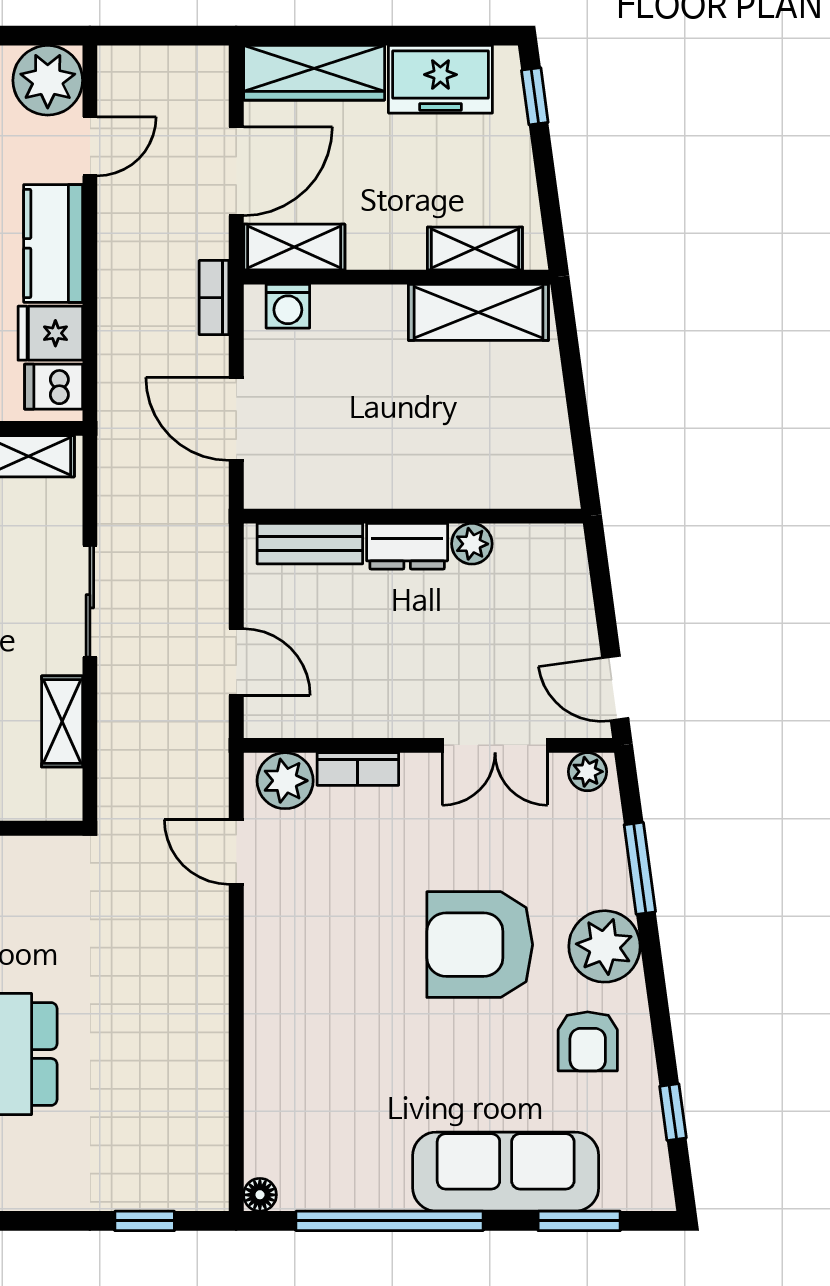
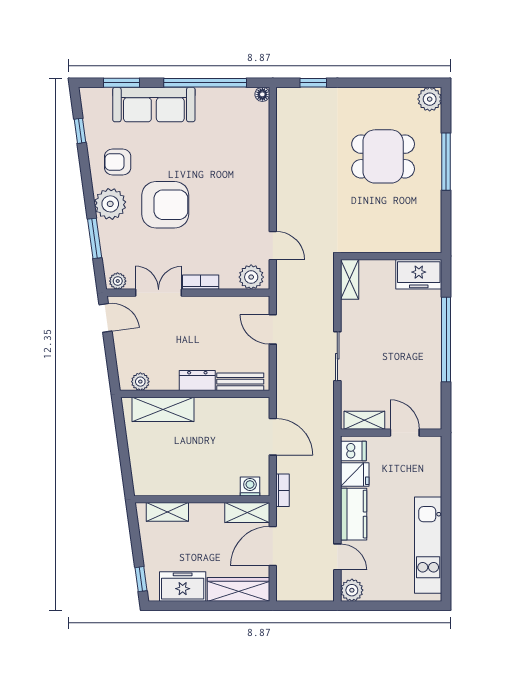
plant: (48, 80) -> (352, 590), width x0.73, depth x0.73
door: (90, 146) -> (337, 557), swing flipped
shelving: (478, 312) -> (163, 409), moved
plant: (472, 544) -> (140, 382), moved
shelving: (62, 721) -> (350, 279), moved
bookcase: (358, 769) -> (201, 282), moved
armchair: (588, 1041) -> (118, 162), turned -90

